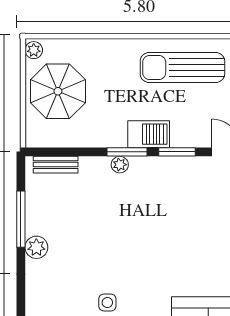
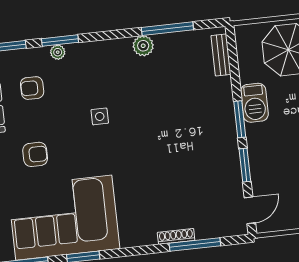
barbecue: (149, 134) -> (254, 103), moved
plant: (120, 165) -> (227, 114), removed

